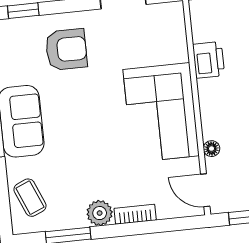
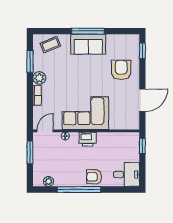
armchair: (66, 49) -> (121, 70), turned 180
printer: (209, 60) -> (88, 139), moved

